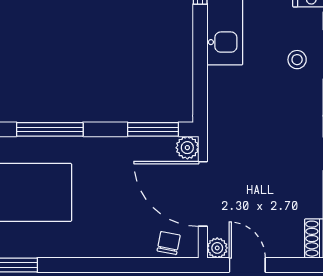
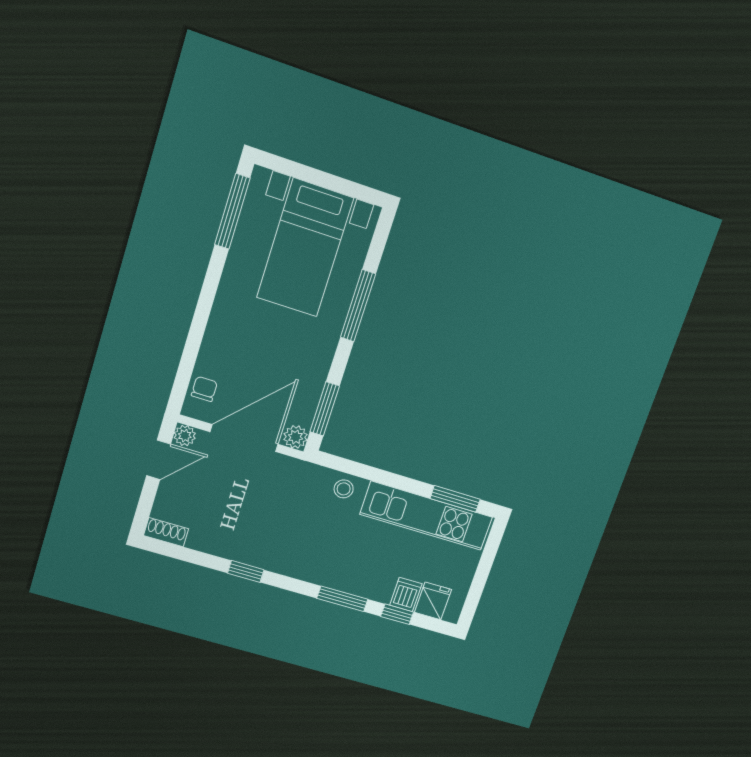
stool: (297, 60) -> (344, 489), moved
chair: (169, 243) -> (204, 389), turned -101

